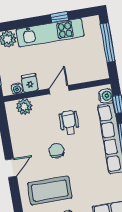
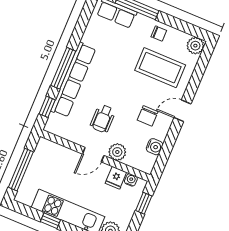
water cooler: (106, 96) -> (155, 147), moved, turned 180
plant: (24, 107) -> (117, 152), moved
chair: (57, 151) -> (148, 116), moved

